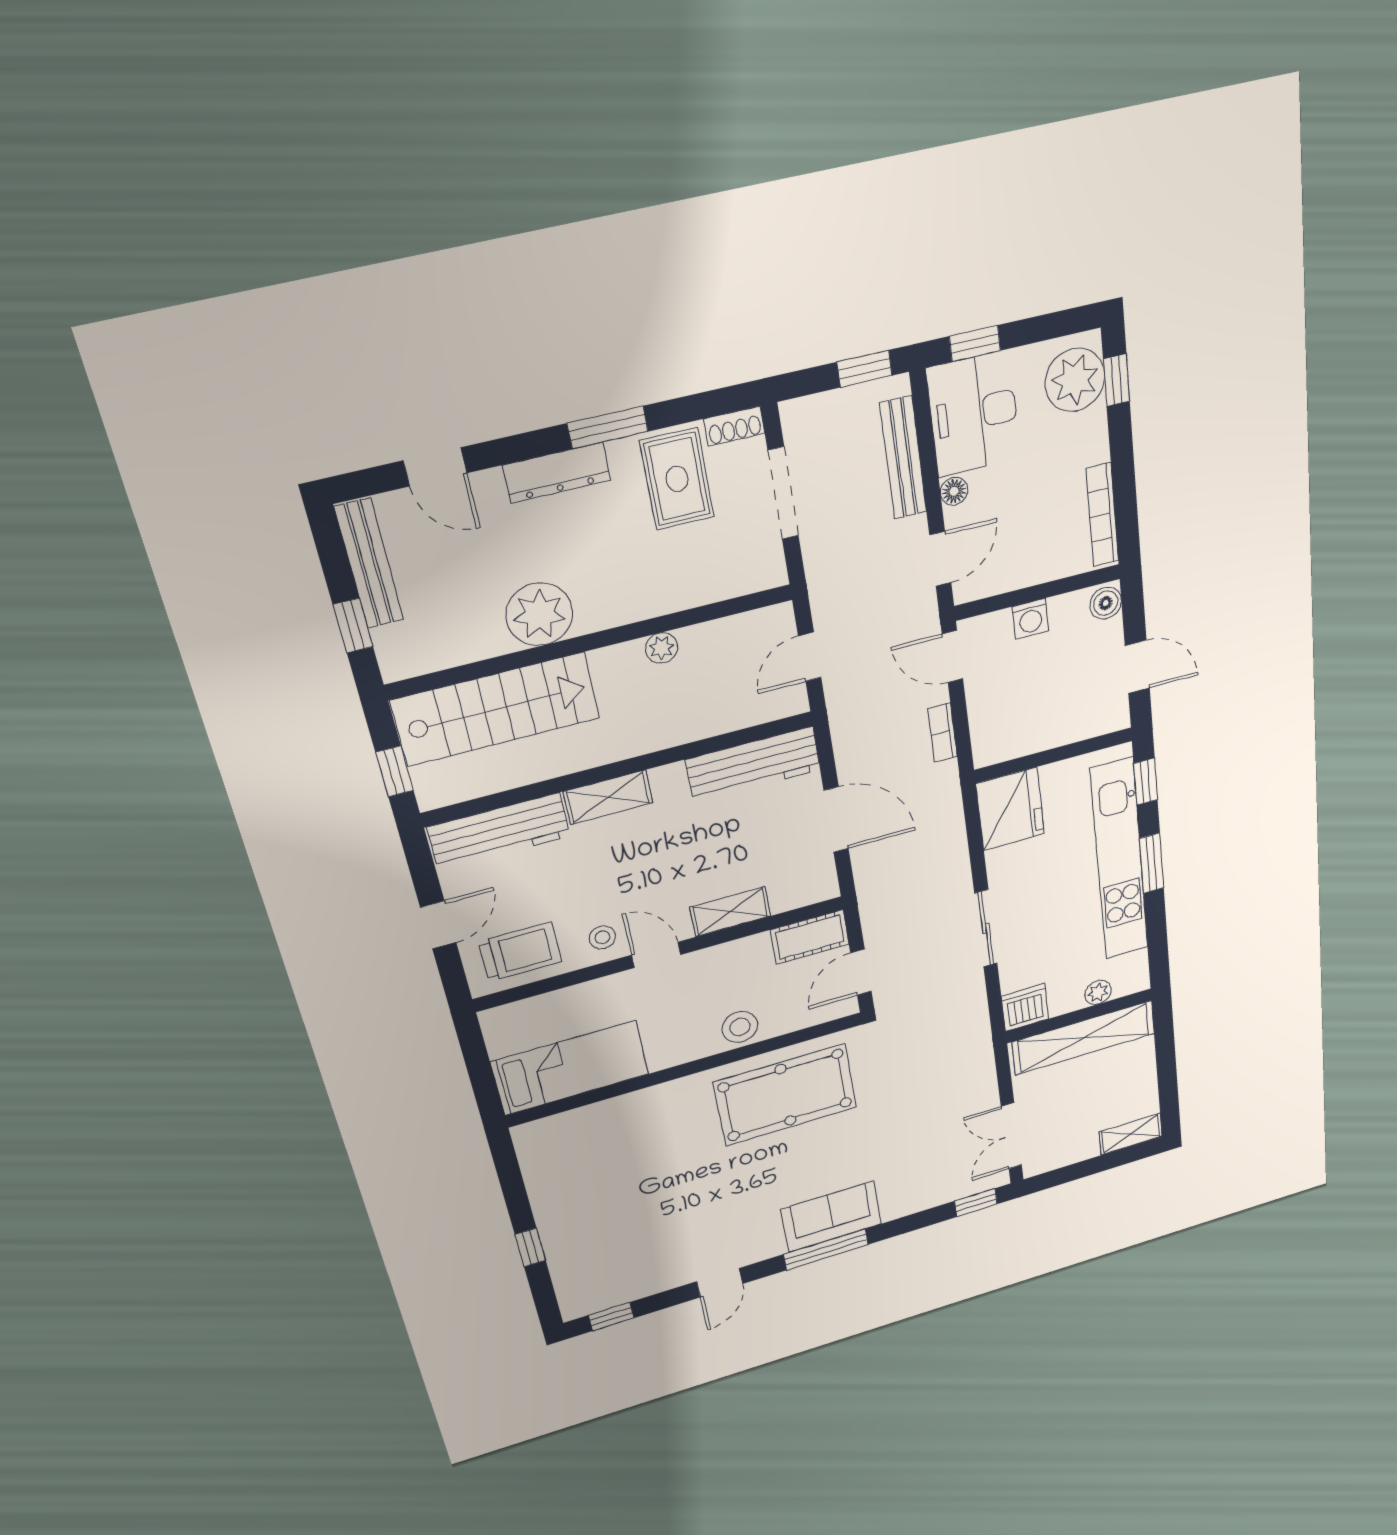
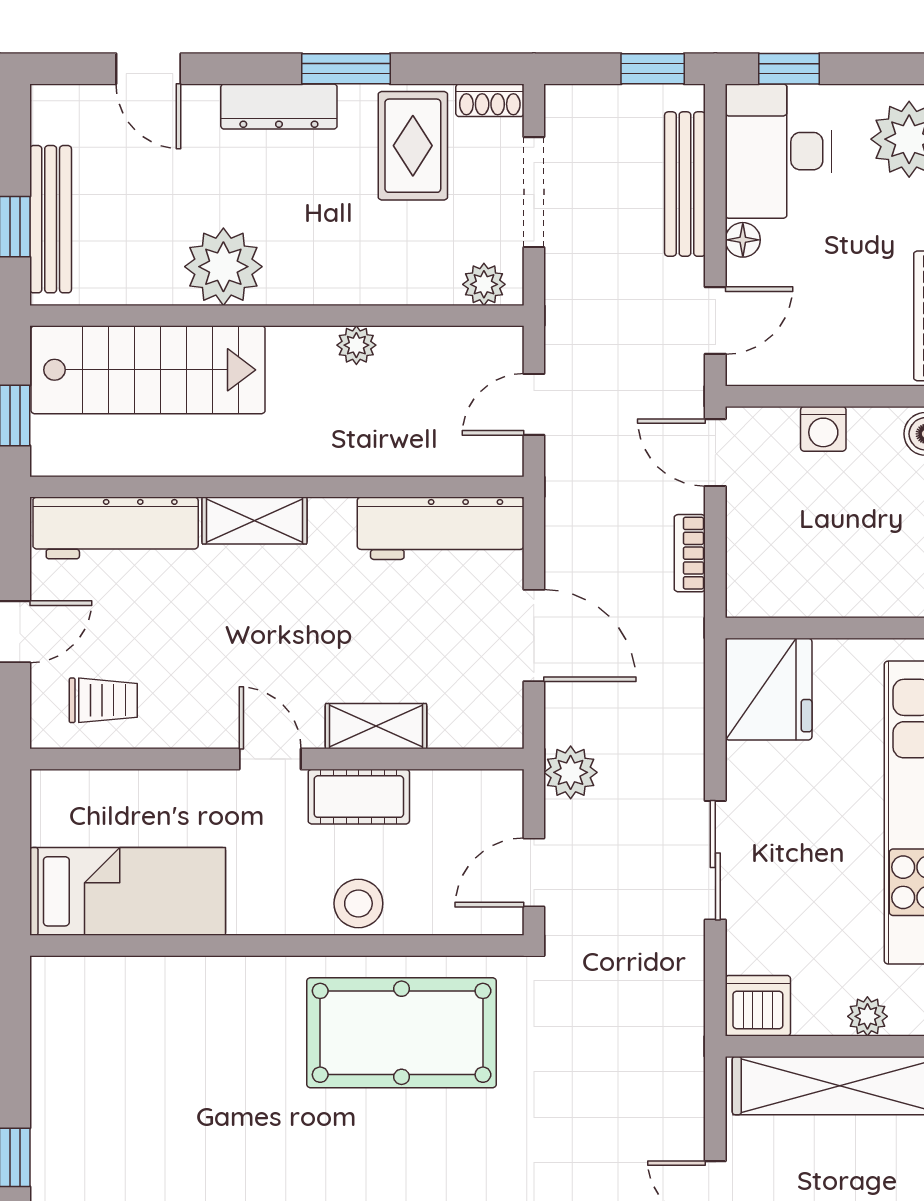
bench: (369, 564) -> (51, 219), moved
plant: (755, 576) -> (484, 284), added
plant: (877, 902) -> (571, 772), added
stool: (602, 937) -> (208, 712), removed
cot: (810, 937) -> (359, 797), moved
trolley: (520, 952) -> (103, 700), width x0.73, depth x0.72

